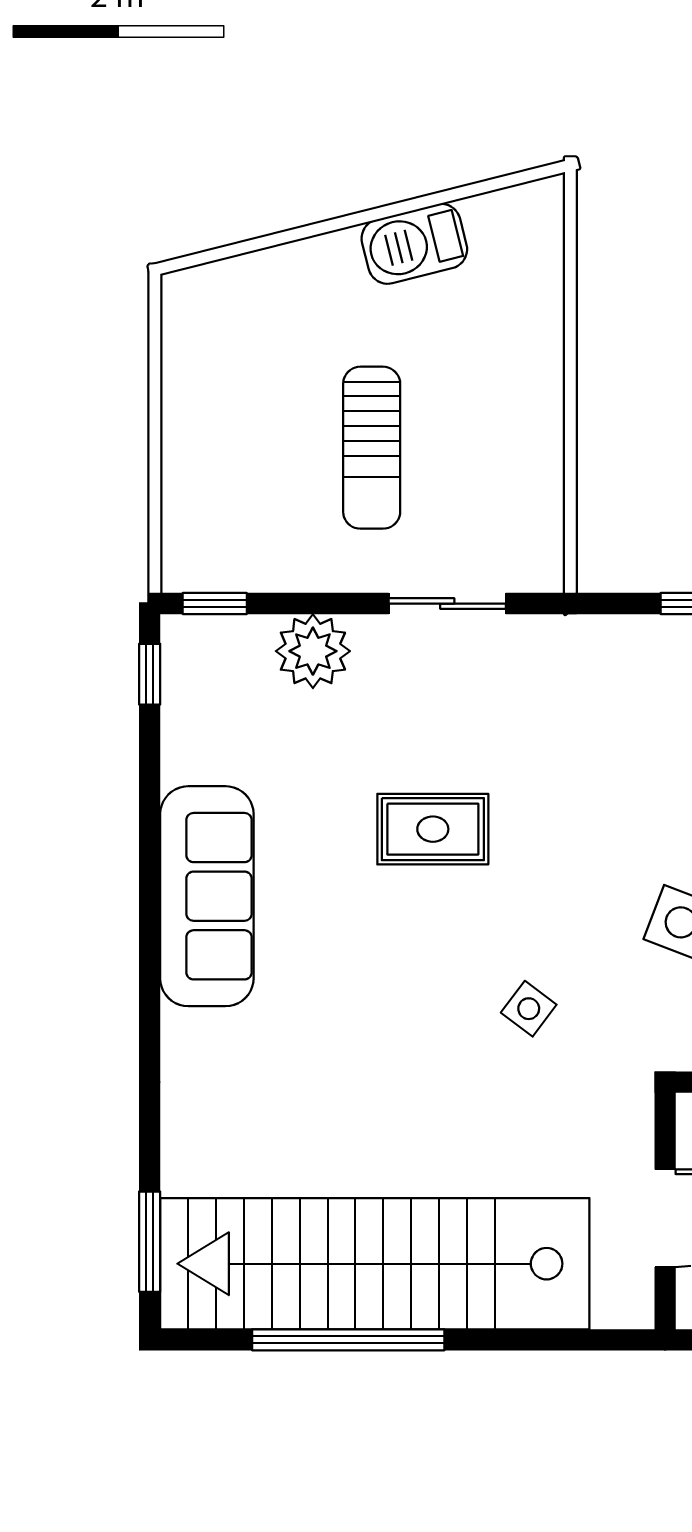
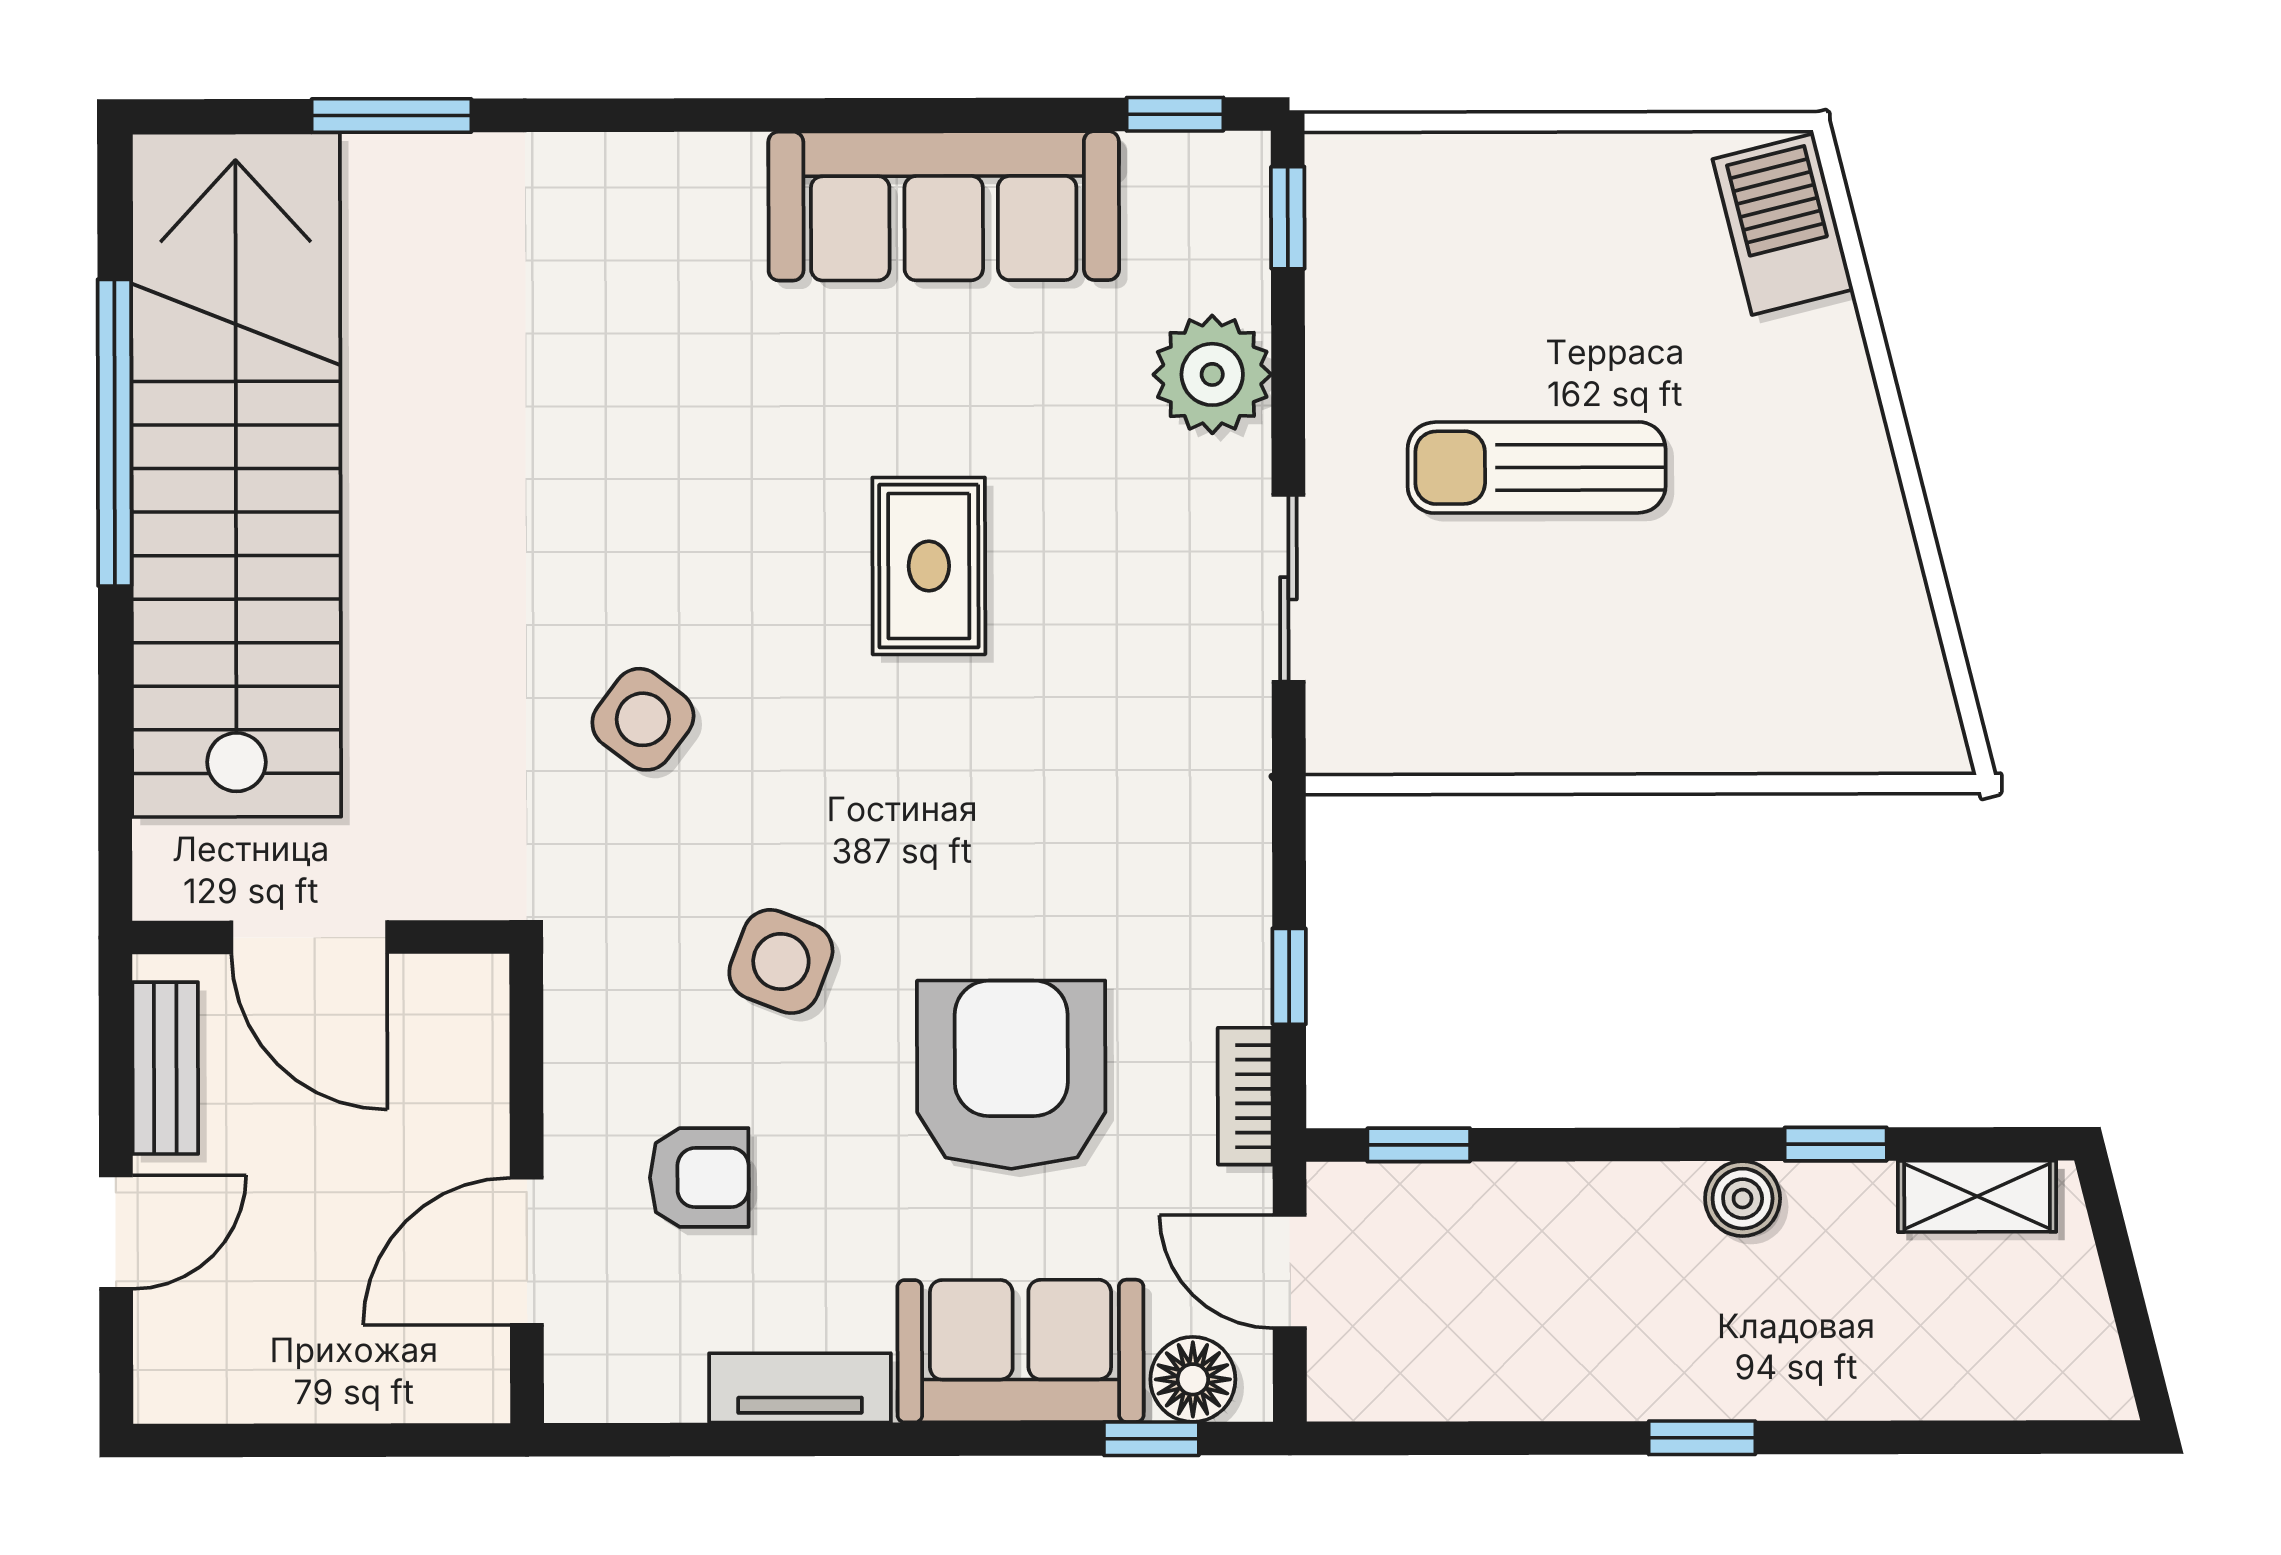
barbecue: (414, 244) -> (1783, 224), moved
sofa: (207, 896) -> (944, 206), moved
side table: (529, 1009) -> (643, 719), width x1.37, depth x1.37
window: (150, 1242) -> (391, 116), moved

